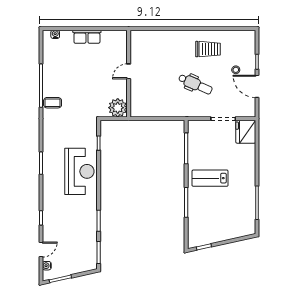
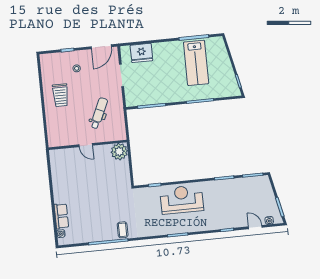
row of seats: (87, 37) -> (61, 216), moved
trolley: (208, 49) -> (61, 95), turned 180
door: (129, 71) -> (86, 145), moved
wall: (129, 74) -> (88, 145), moved
dental chair: (195, 84) -> (99, 113), moved
door: (257, 86) -> (101, 47), moved
plant: (118, 108) -> (119, 152), moved
fridge: (246, 132) -> (141, 53), moved
lab bench: (210, 178) -> (196, 63), moved, width x1.36, depth x1.39

